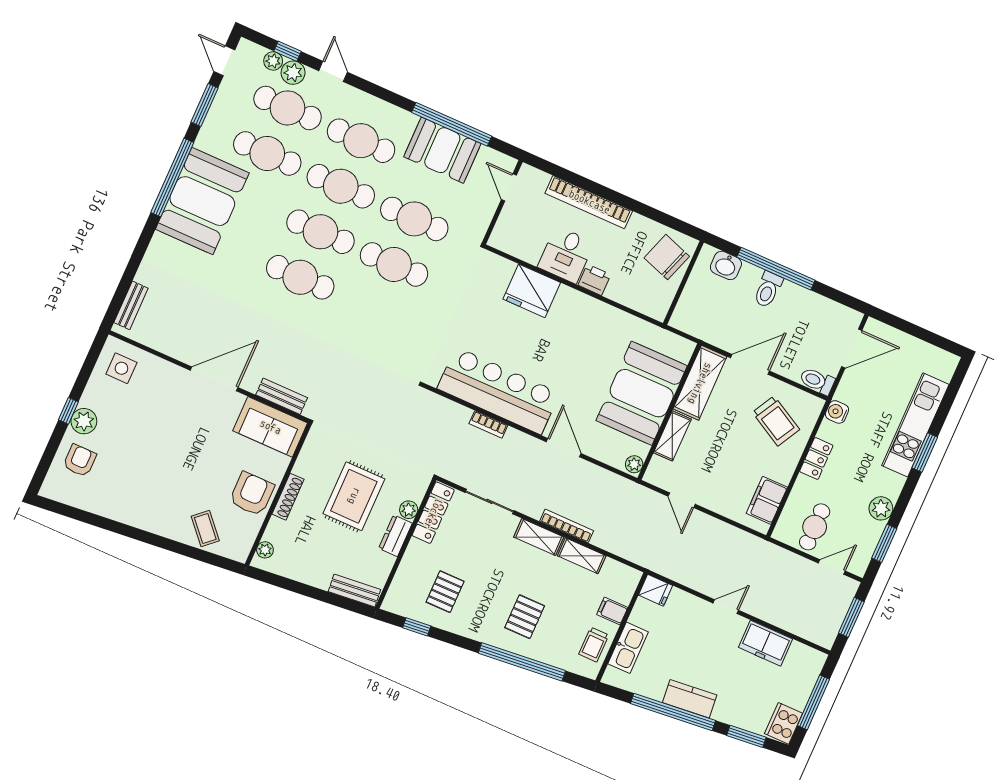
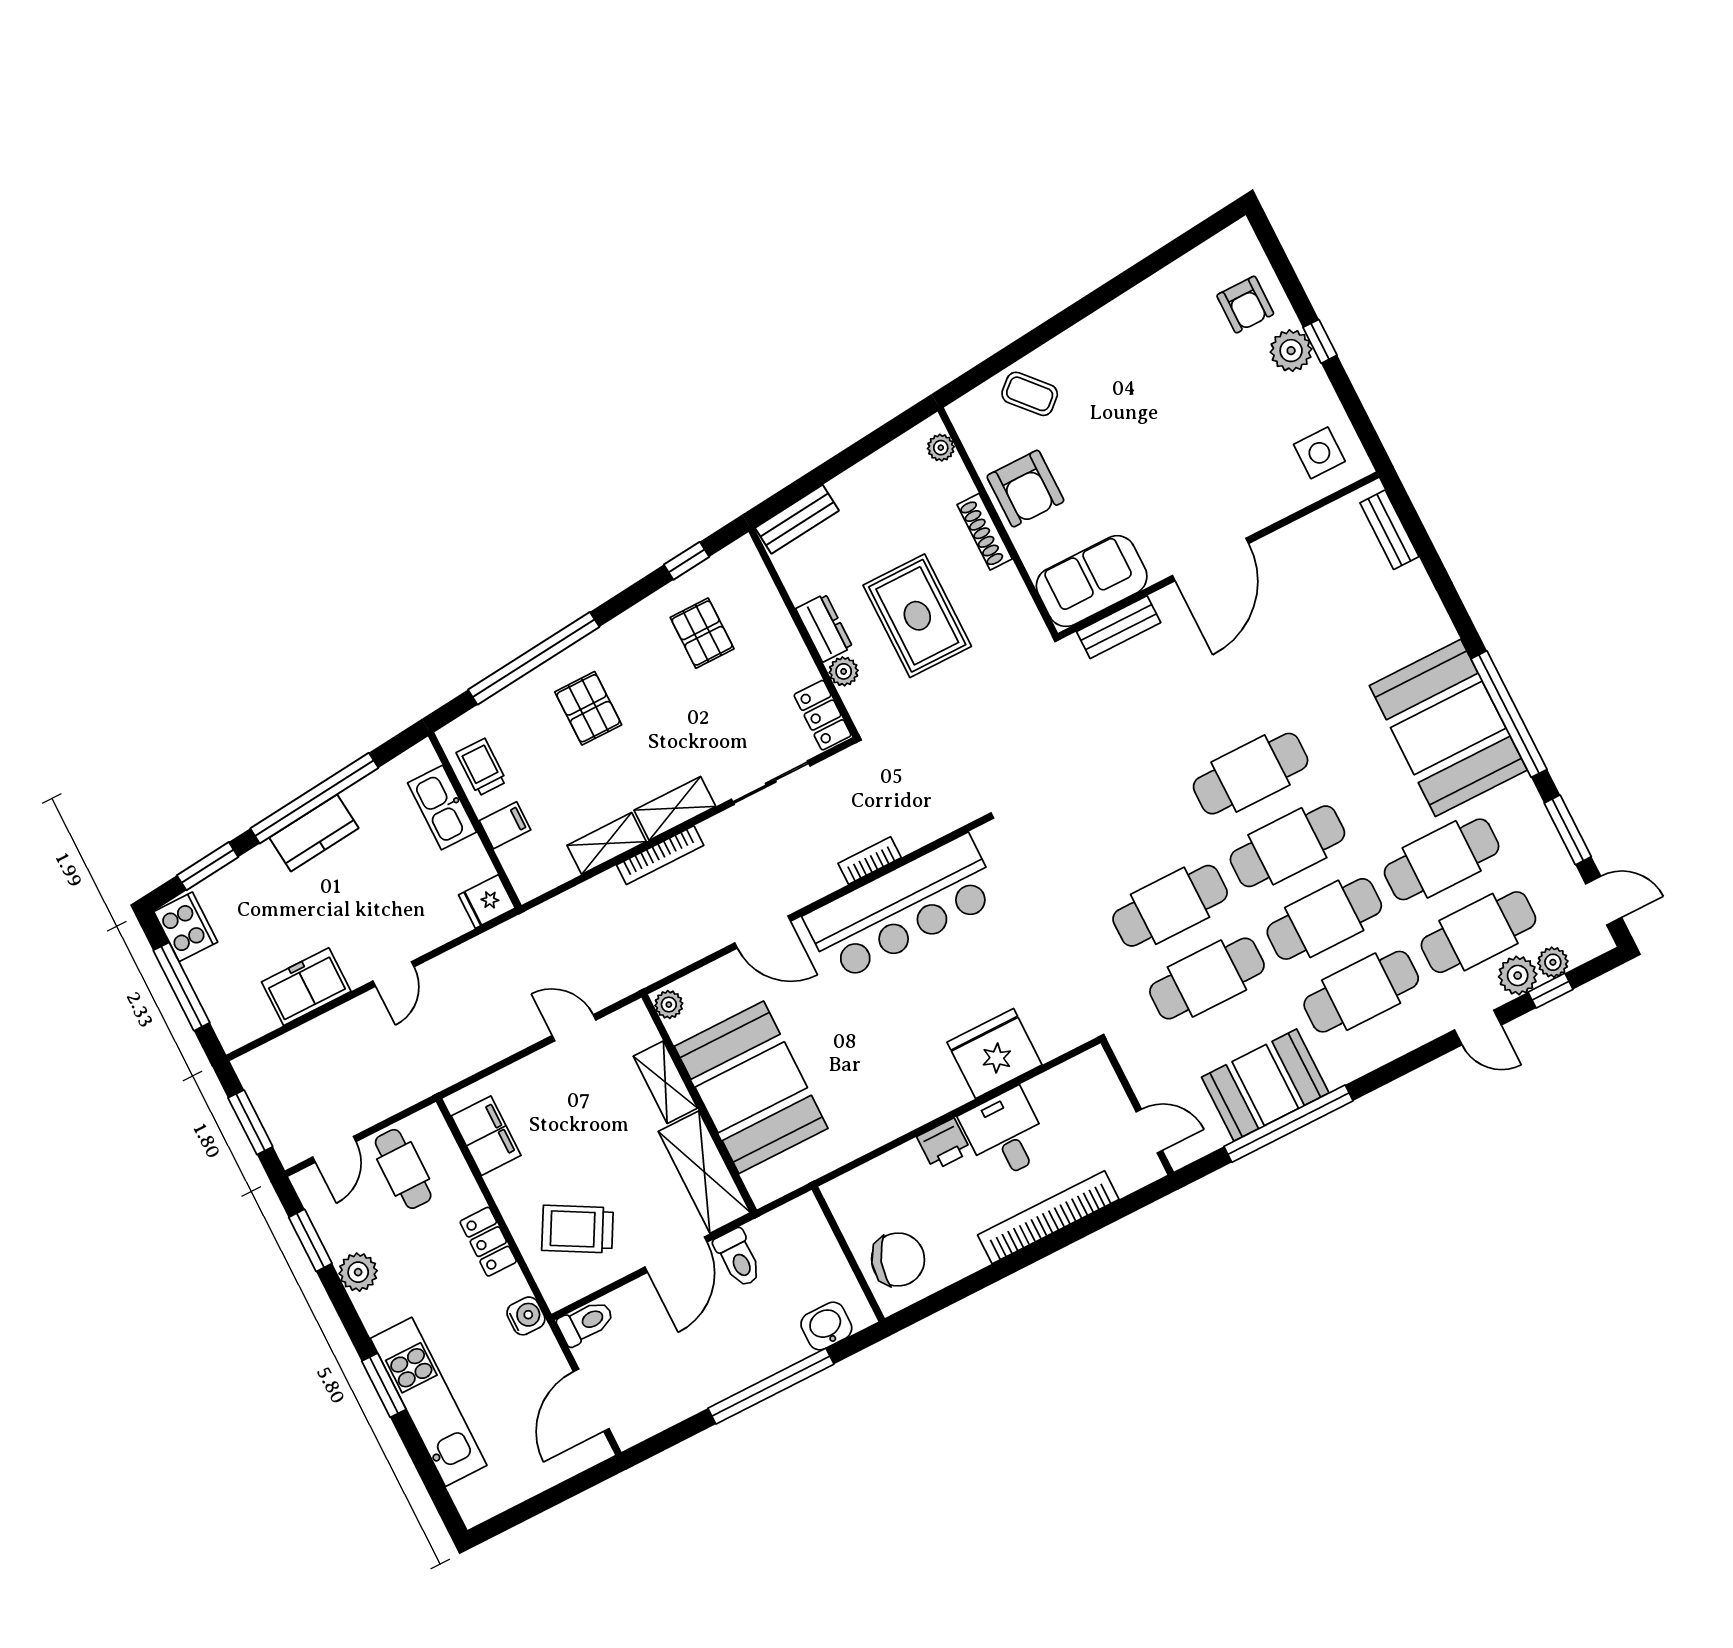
toilet: (768, 290) -> (738, 1258), moved, turned 180
locker: (433, 513) -> (823, 715), width x0.66

